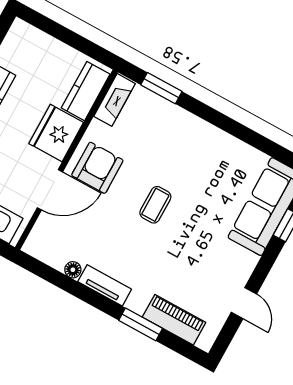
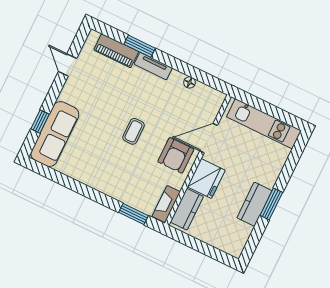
tv unit: (105, 285) -> (153, 66), moved

